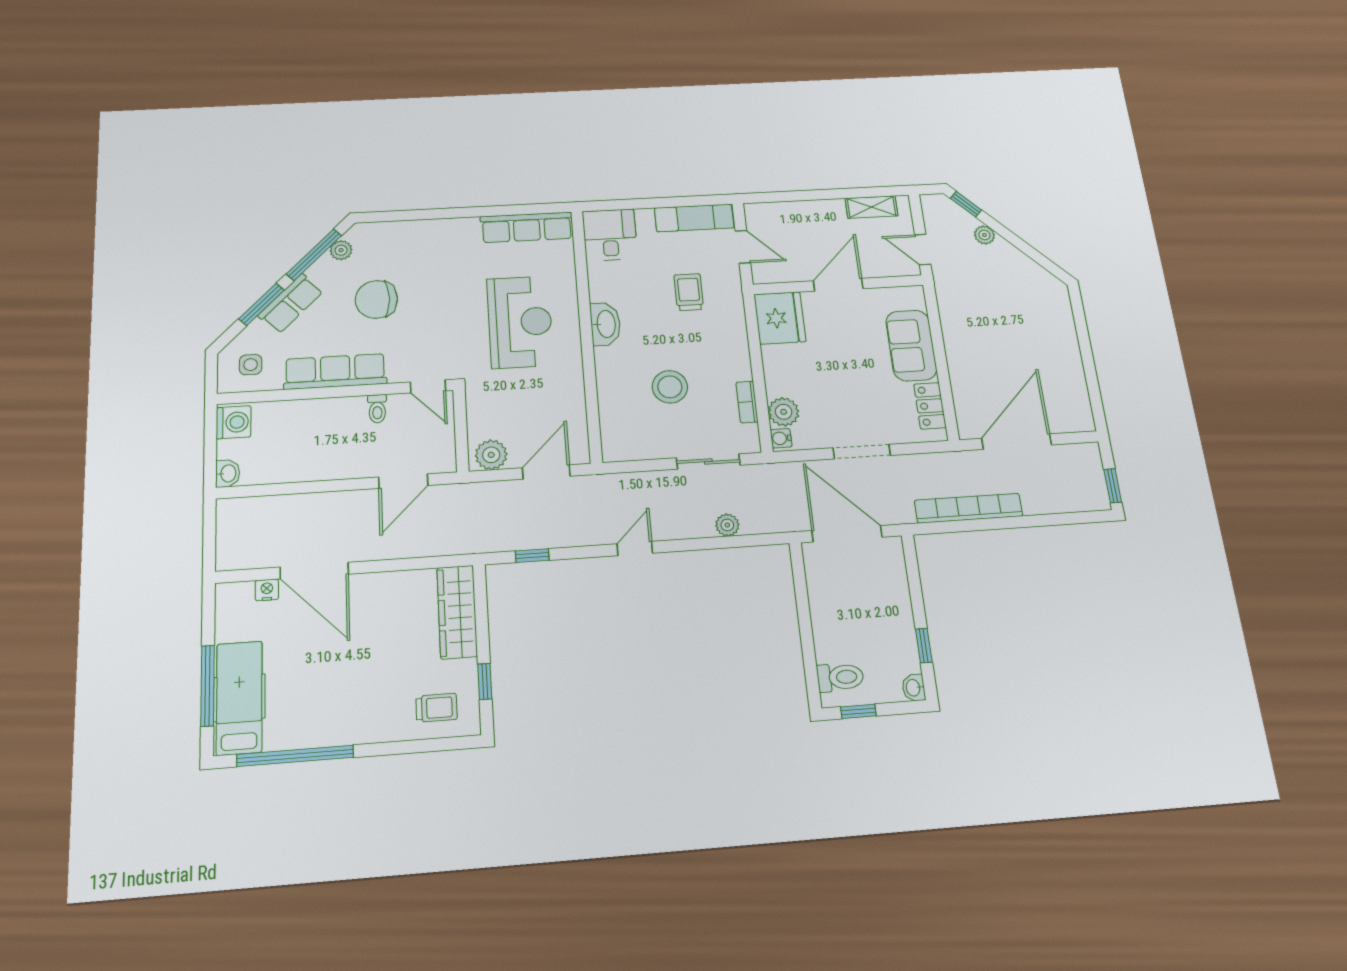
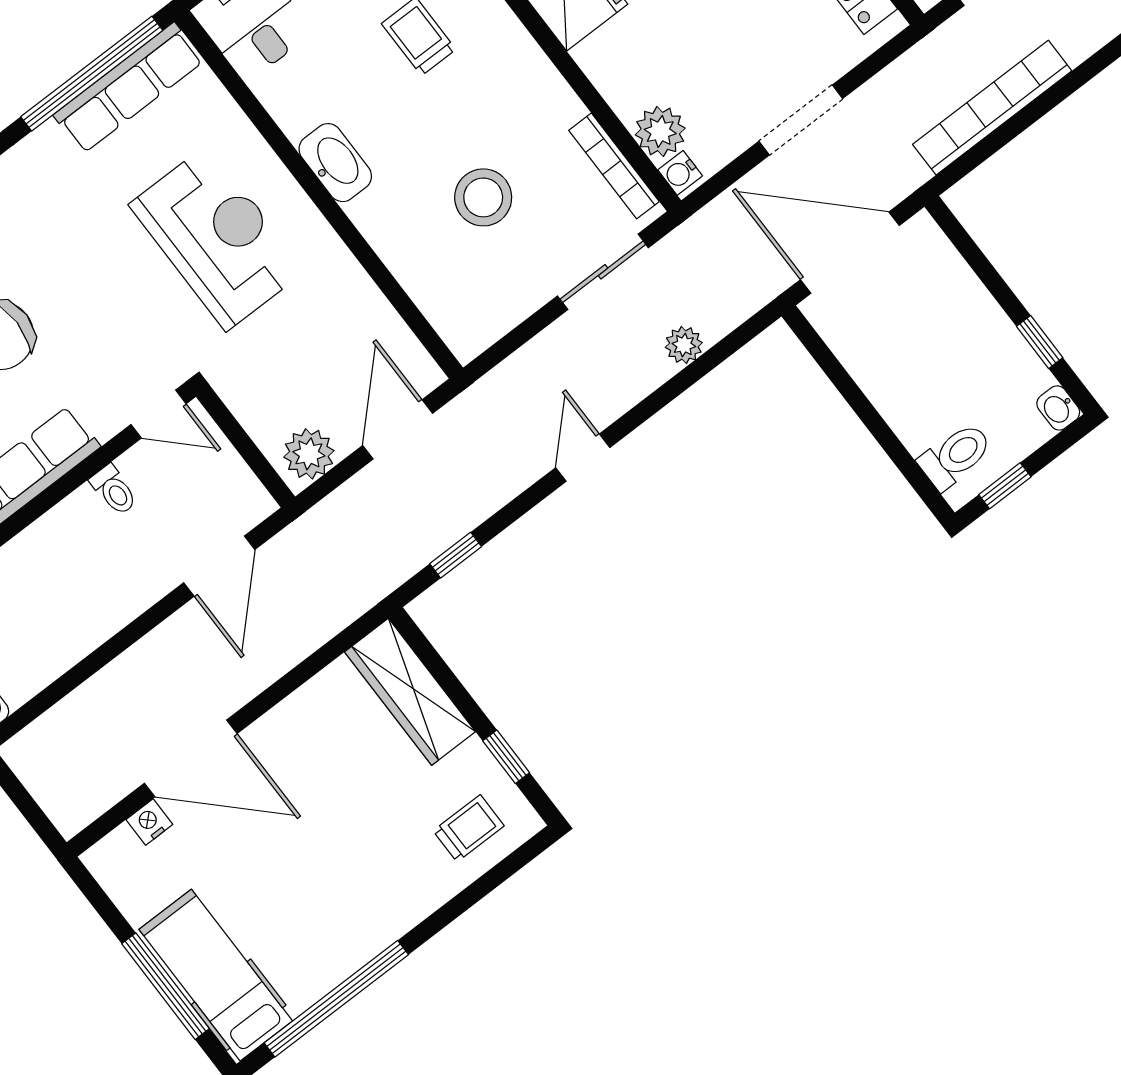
window: (513, 210) -> (92, 74), added
bookcase: (747, 402) -> (614, 166), width x1.56

